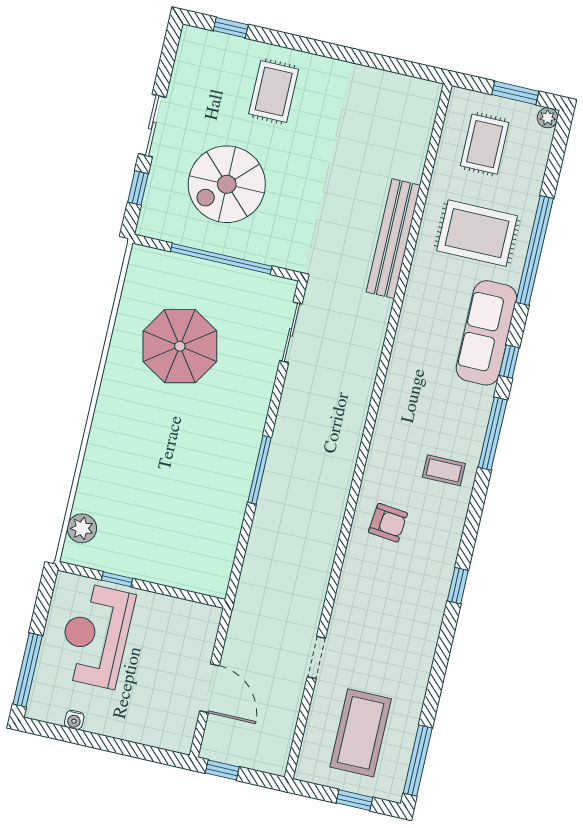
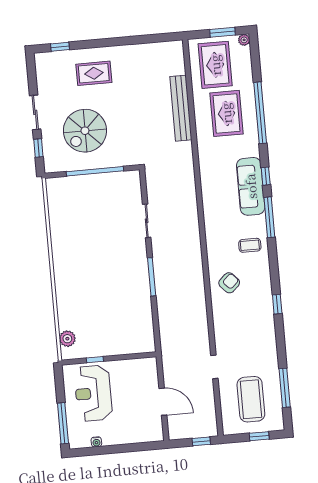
rug: (274, 91) -> (94, 73), turned 90
rug: (485, 144) -> (215, 65), width x1.36, depth x1.43
rug: (477, 233) -> (226, 113), turned 90
bench: (393, 239) -> (181, 108), moved
sliding door: (291, 332) -> (147, 221), moved
sofa: (486, 333) -> (251, 186), moved
parasol: (180, 346) -> (88, 225), removed
armchair: (388, 523) -> (229, 283), turned -49
window: (418, 761) -> (285, 388), moved
window: (222, 770) -> (201, 441), moved

